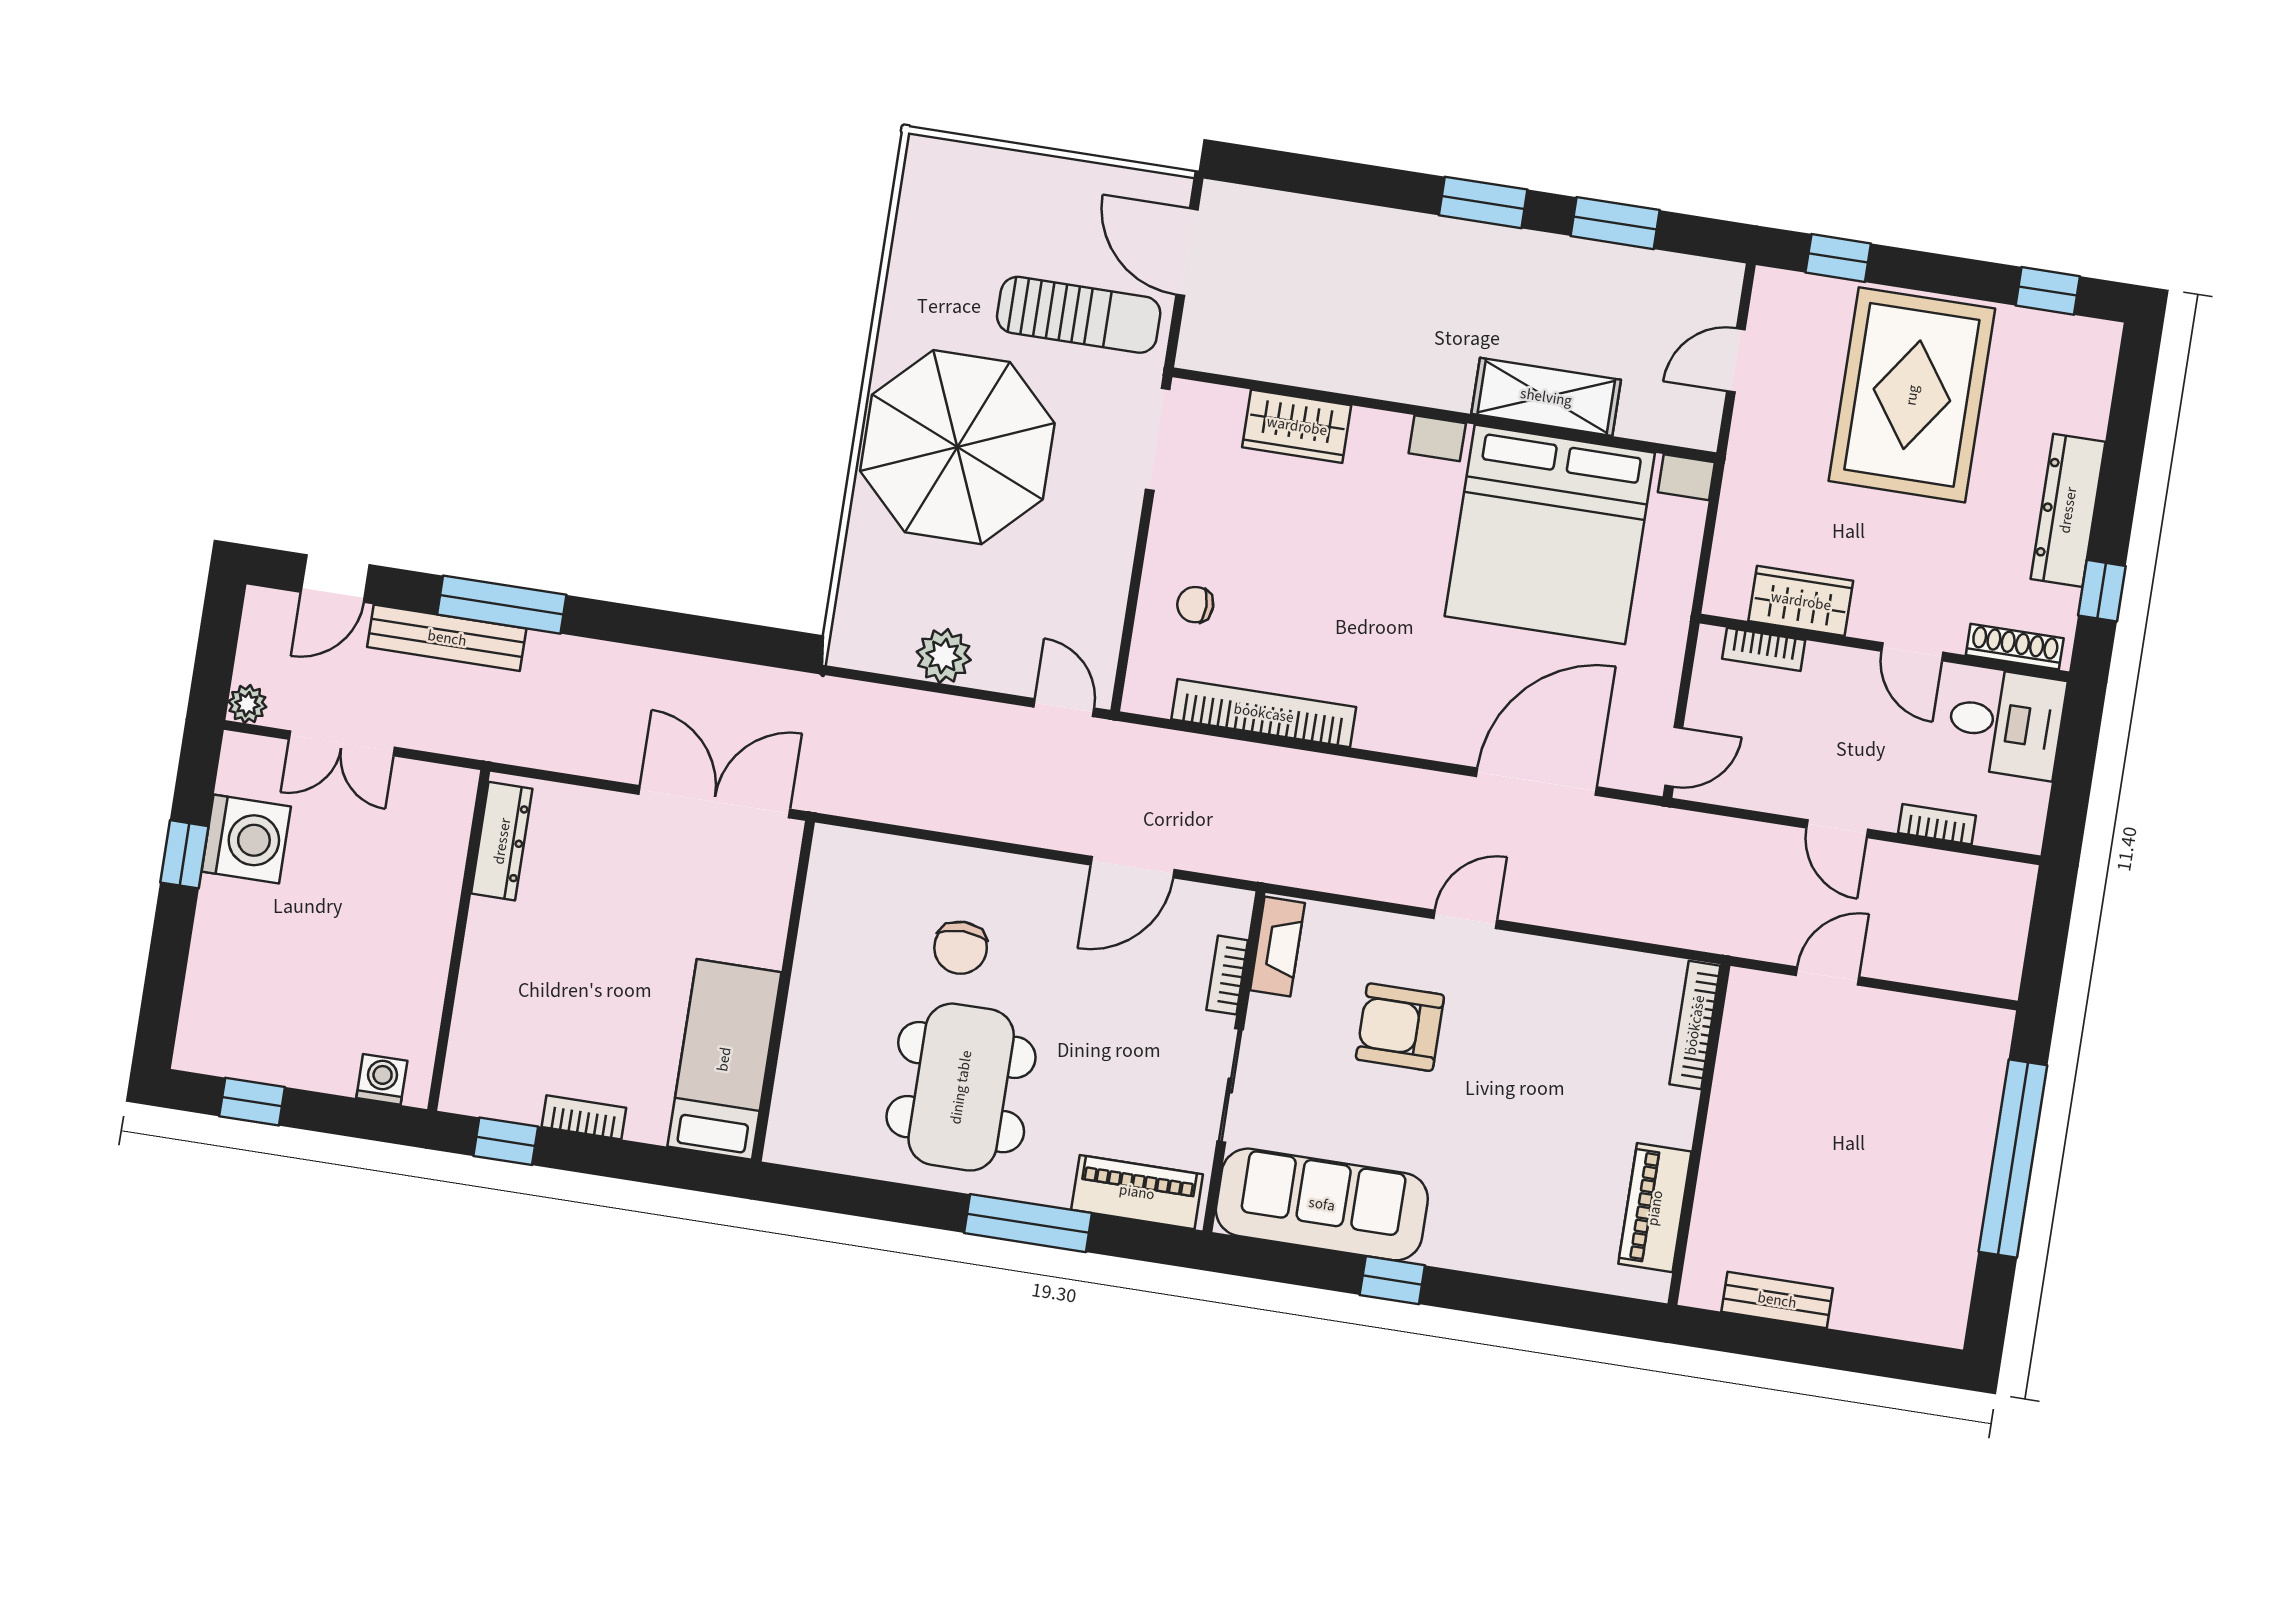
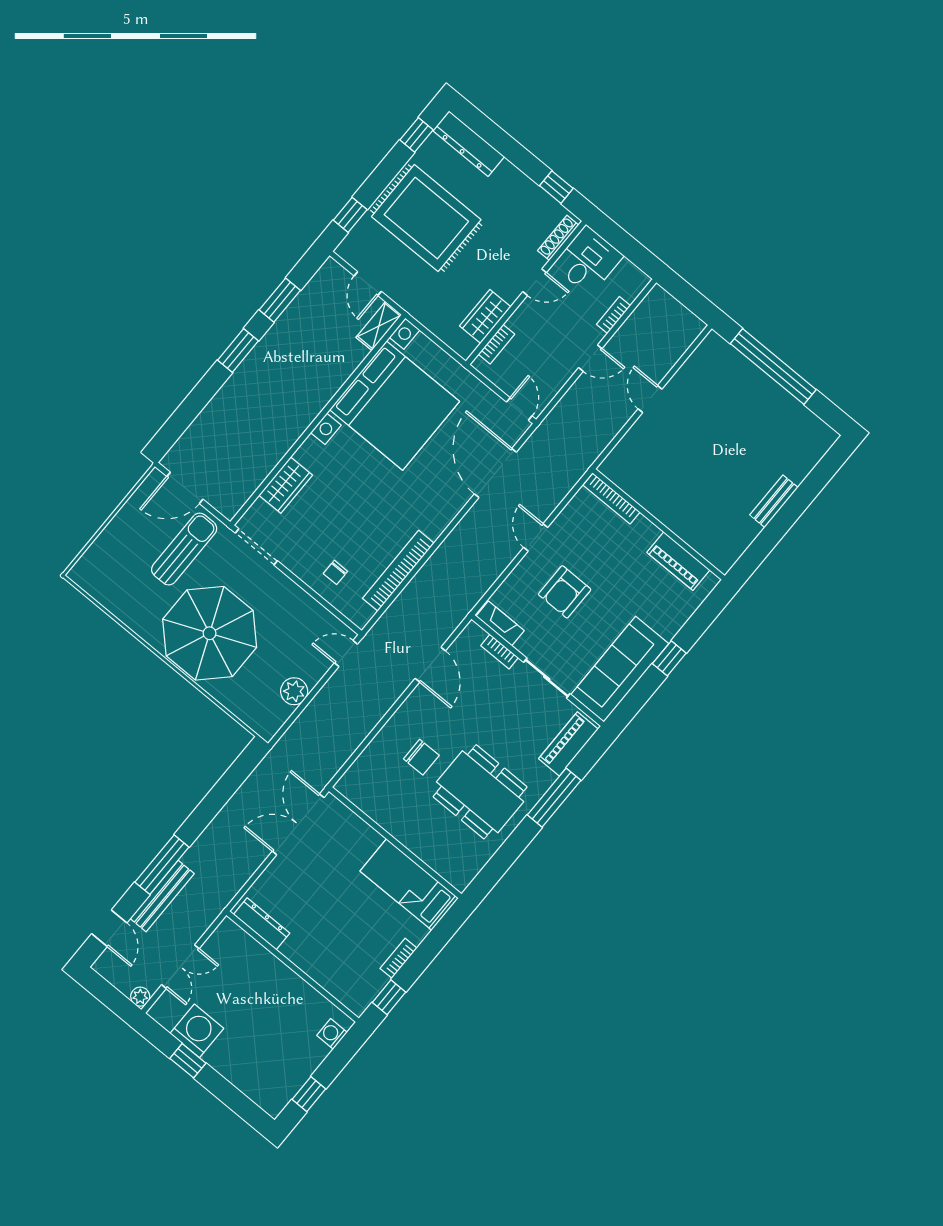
shelving: (1546, 397) -> (379, 326), moved, width x0.67, depth x0.75
dresser: (2068, 510) -> (469, 144), moved
bookcase: (1695, 1025) -> (611, 499), moved
wall: (1699, 1135) -> (659, 524), moved
piano: (1655, 1208) -> (678, 561), moved

